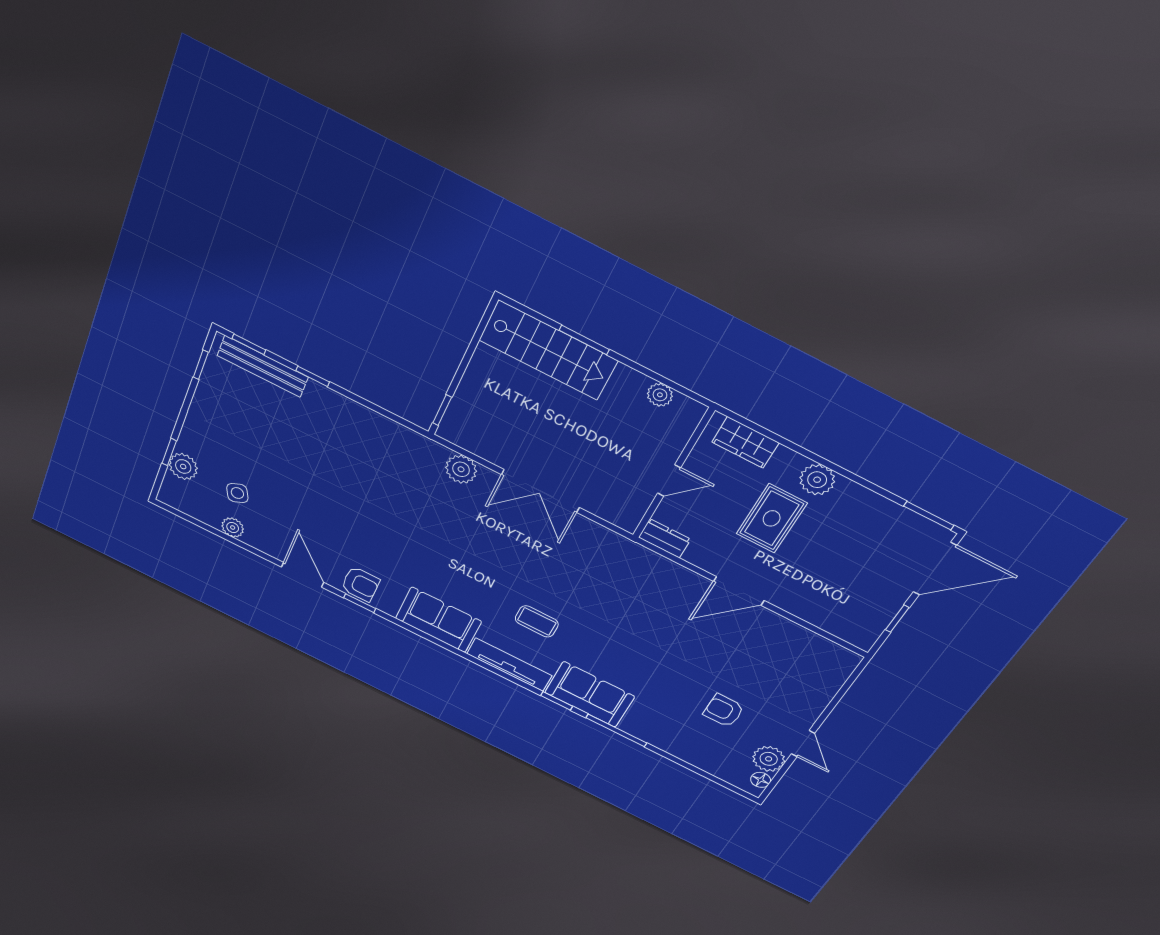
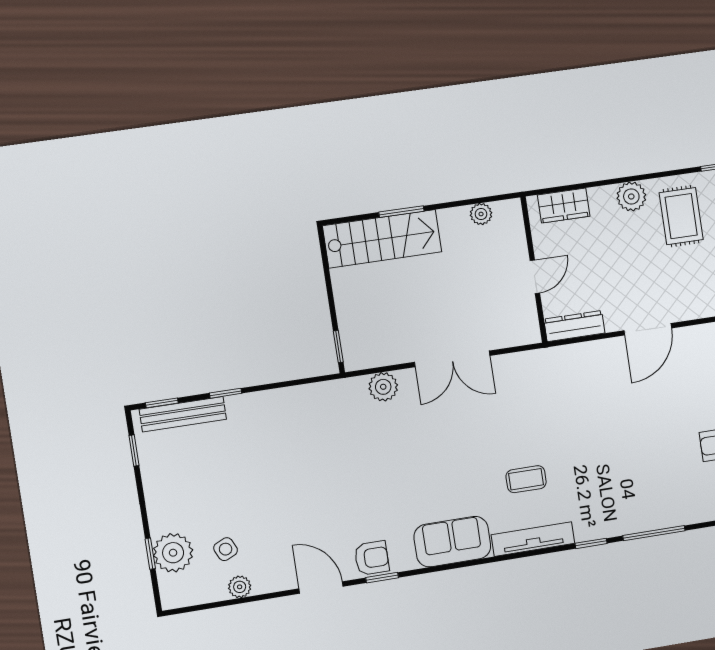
plant: (183, 467) -> (173, 553), width x1.36, depth x1.36
rug: (772, 518) -> (681, 216), moved
dresser: (665, 538) -> (574, 326), width x1.44
sofa: (590, 694) -> (611, 515), removed

